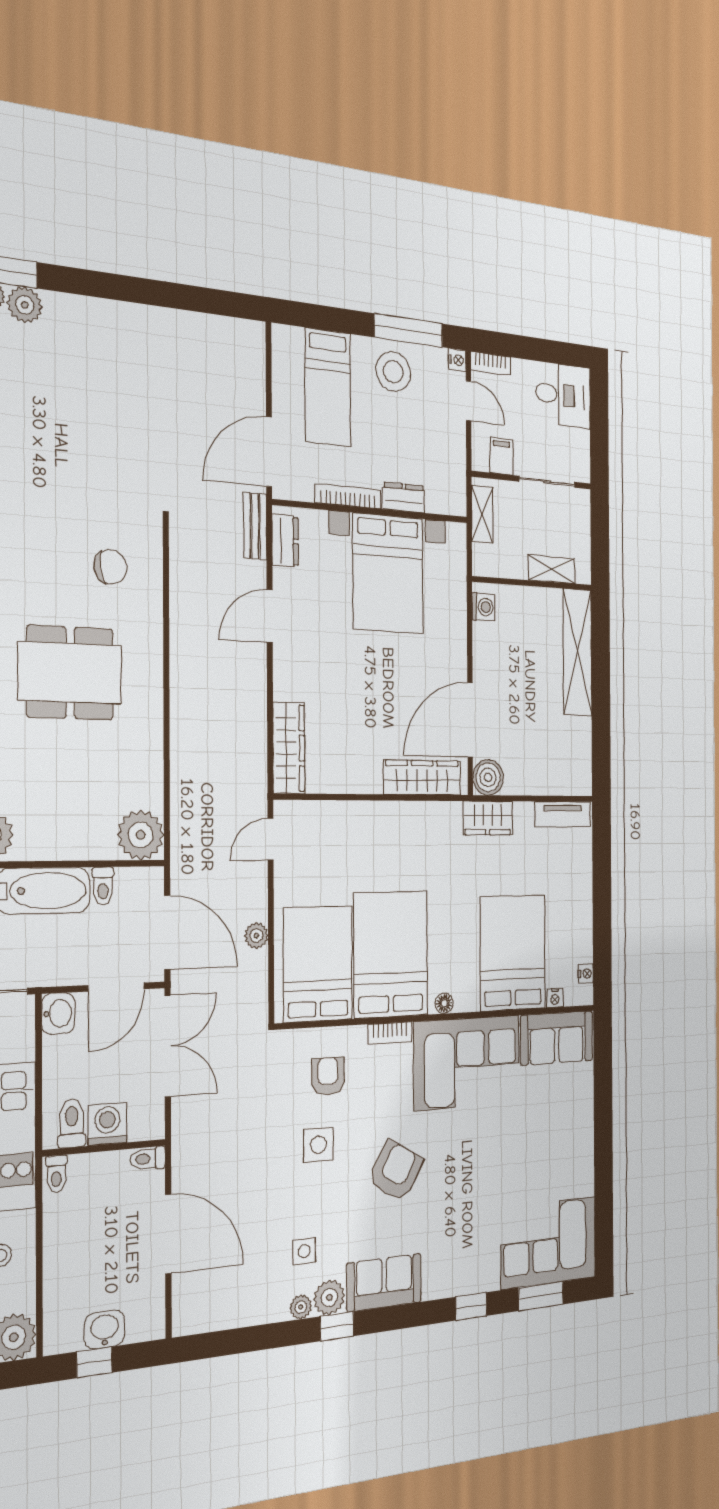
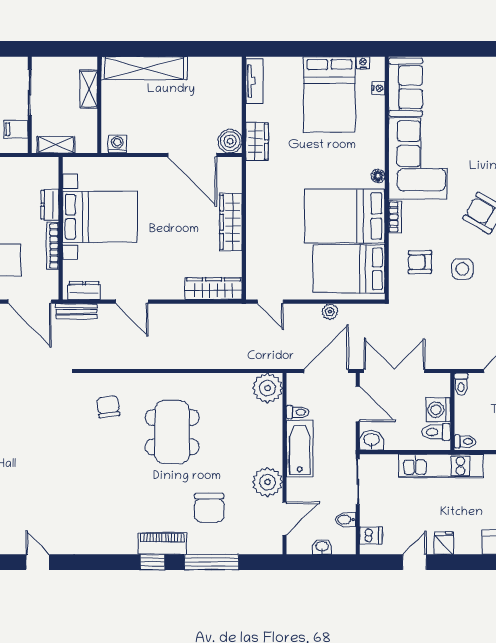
wardrobe: (422, 778) -> (231, 222), moved
bed: (513, 953) -> (329, 94), moved, turned -90

